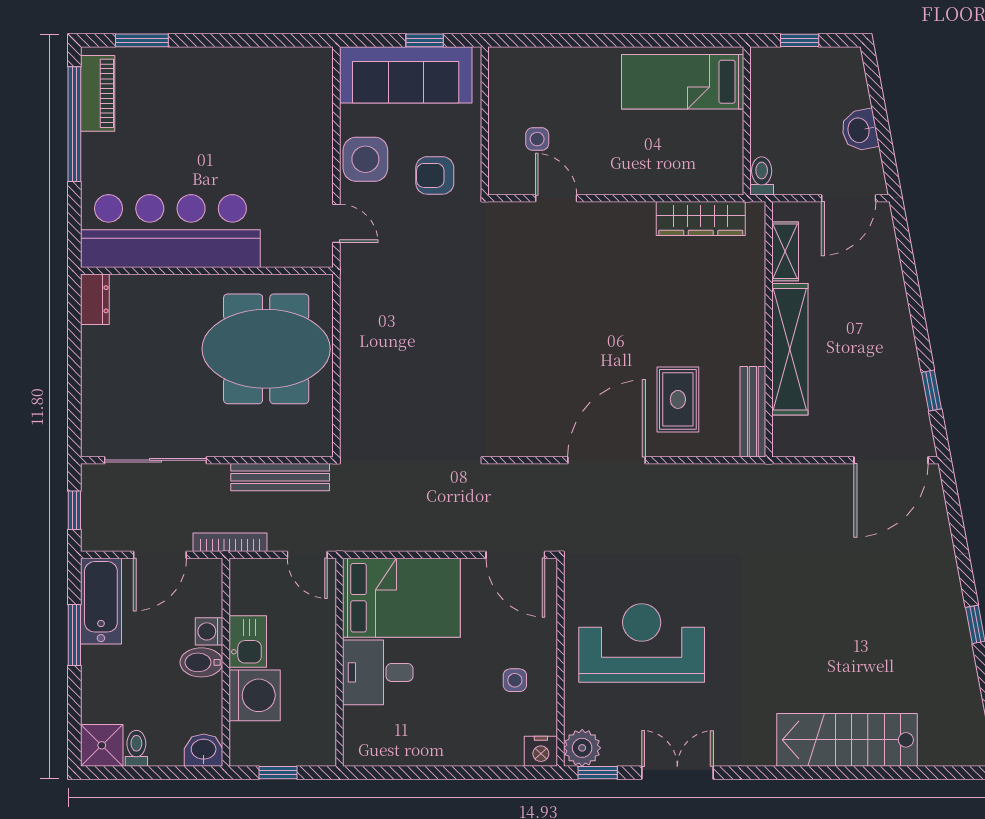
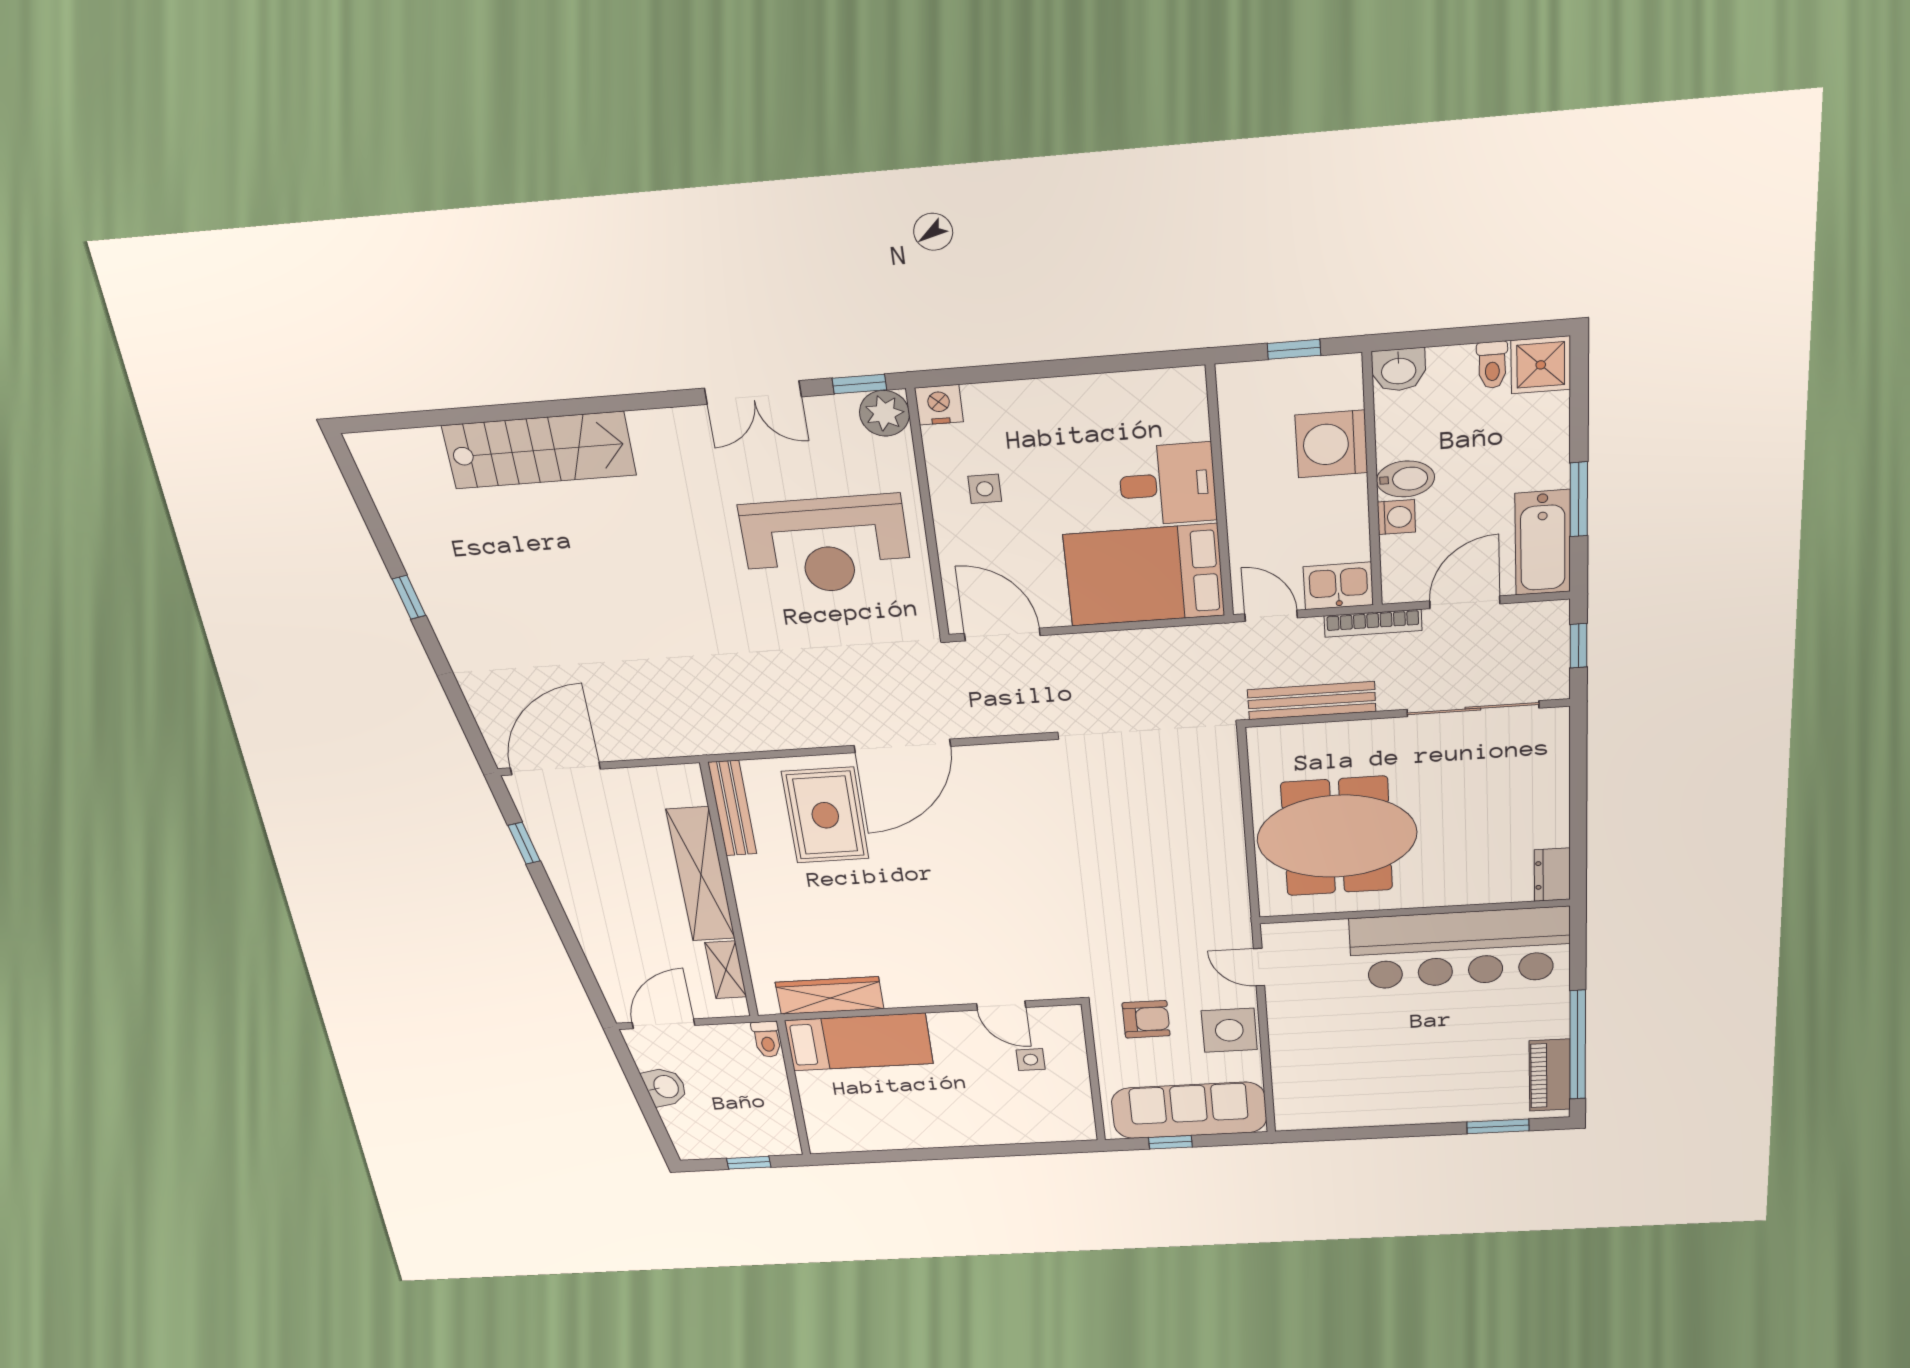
bed: (683, 82) -> (859, 1042), moved
rug: (678, 399) -> (825, 815), width x1.36, depth x1.43
kitchen sink: (248, 642) -> (1338, 586), moved, turned 90

